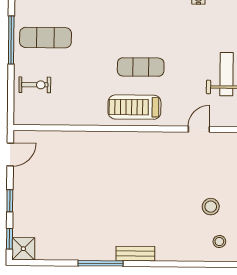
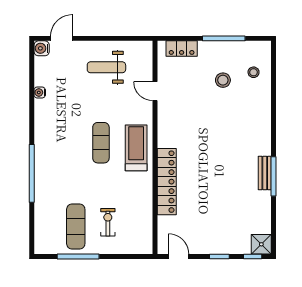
exercise bike: (35, 85) -> (108, 222), moved
treadmill: (134, 107) -> (136, 148), turned 180
locker: (96, 142) -> (167, 182), added
bench: (135, 254) -> (265, 173), moved

